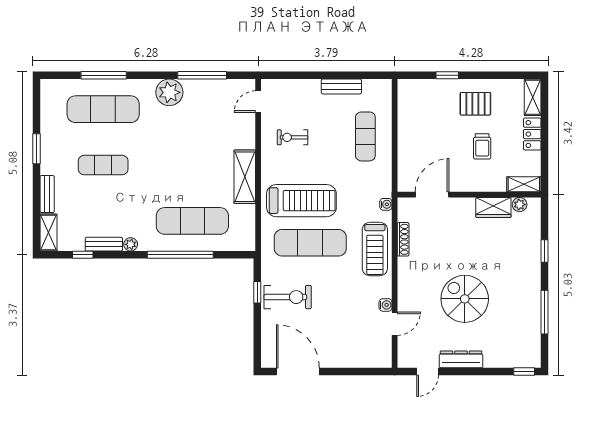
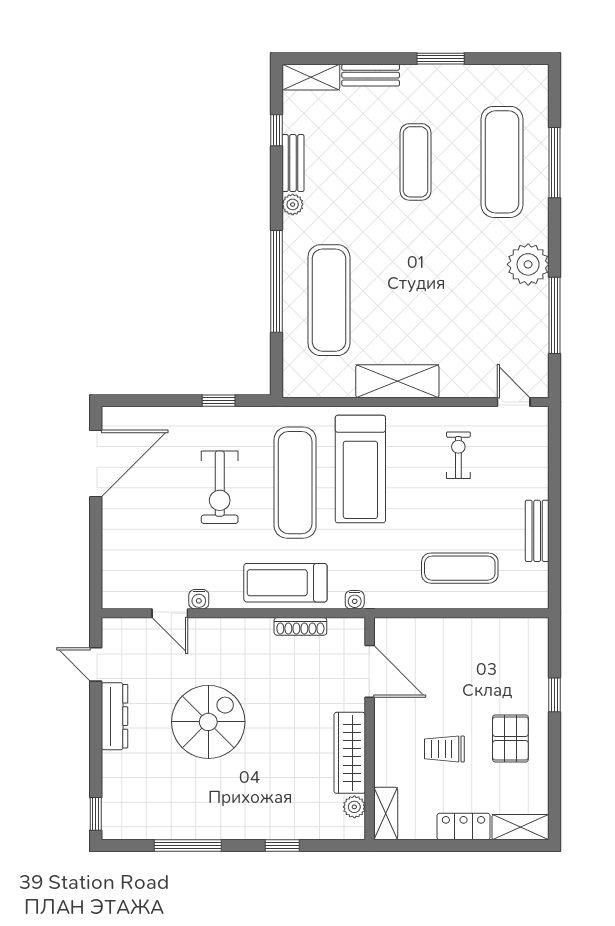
wardrobe: (493, 207) -> (350, 753), width x1.50
exercise bike: (288, 297) -> (220, 487), moved

